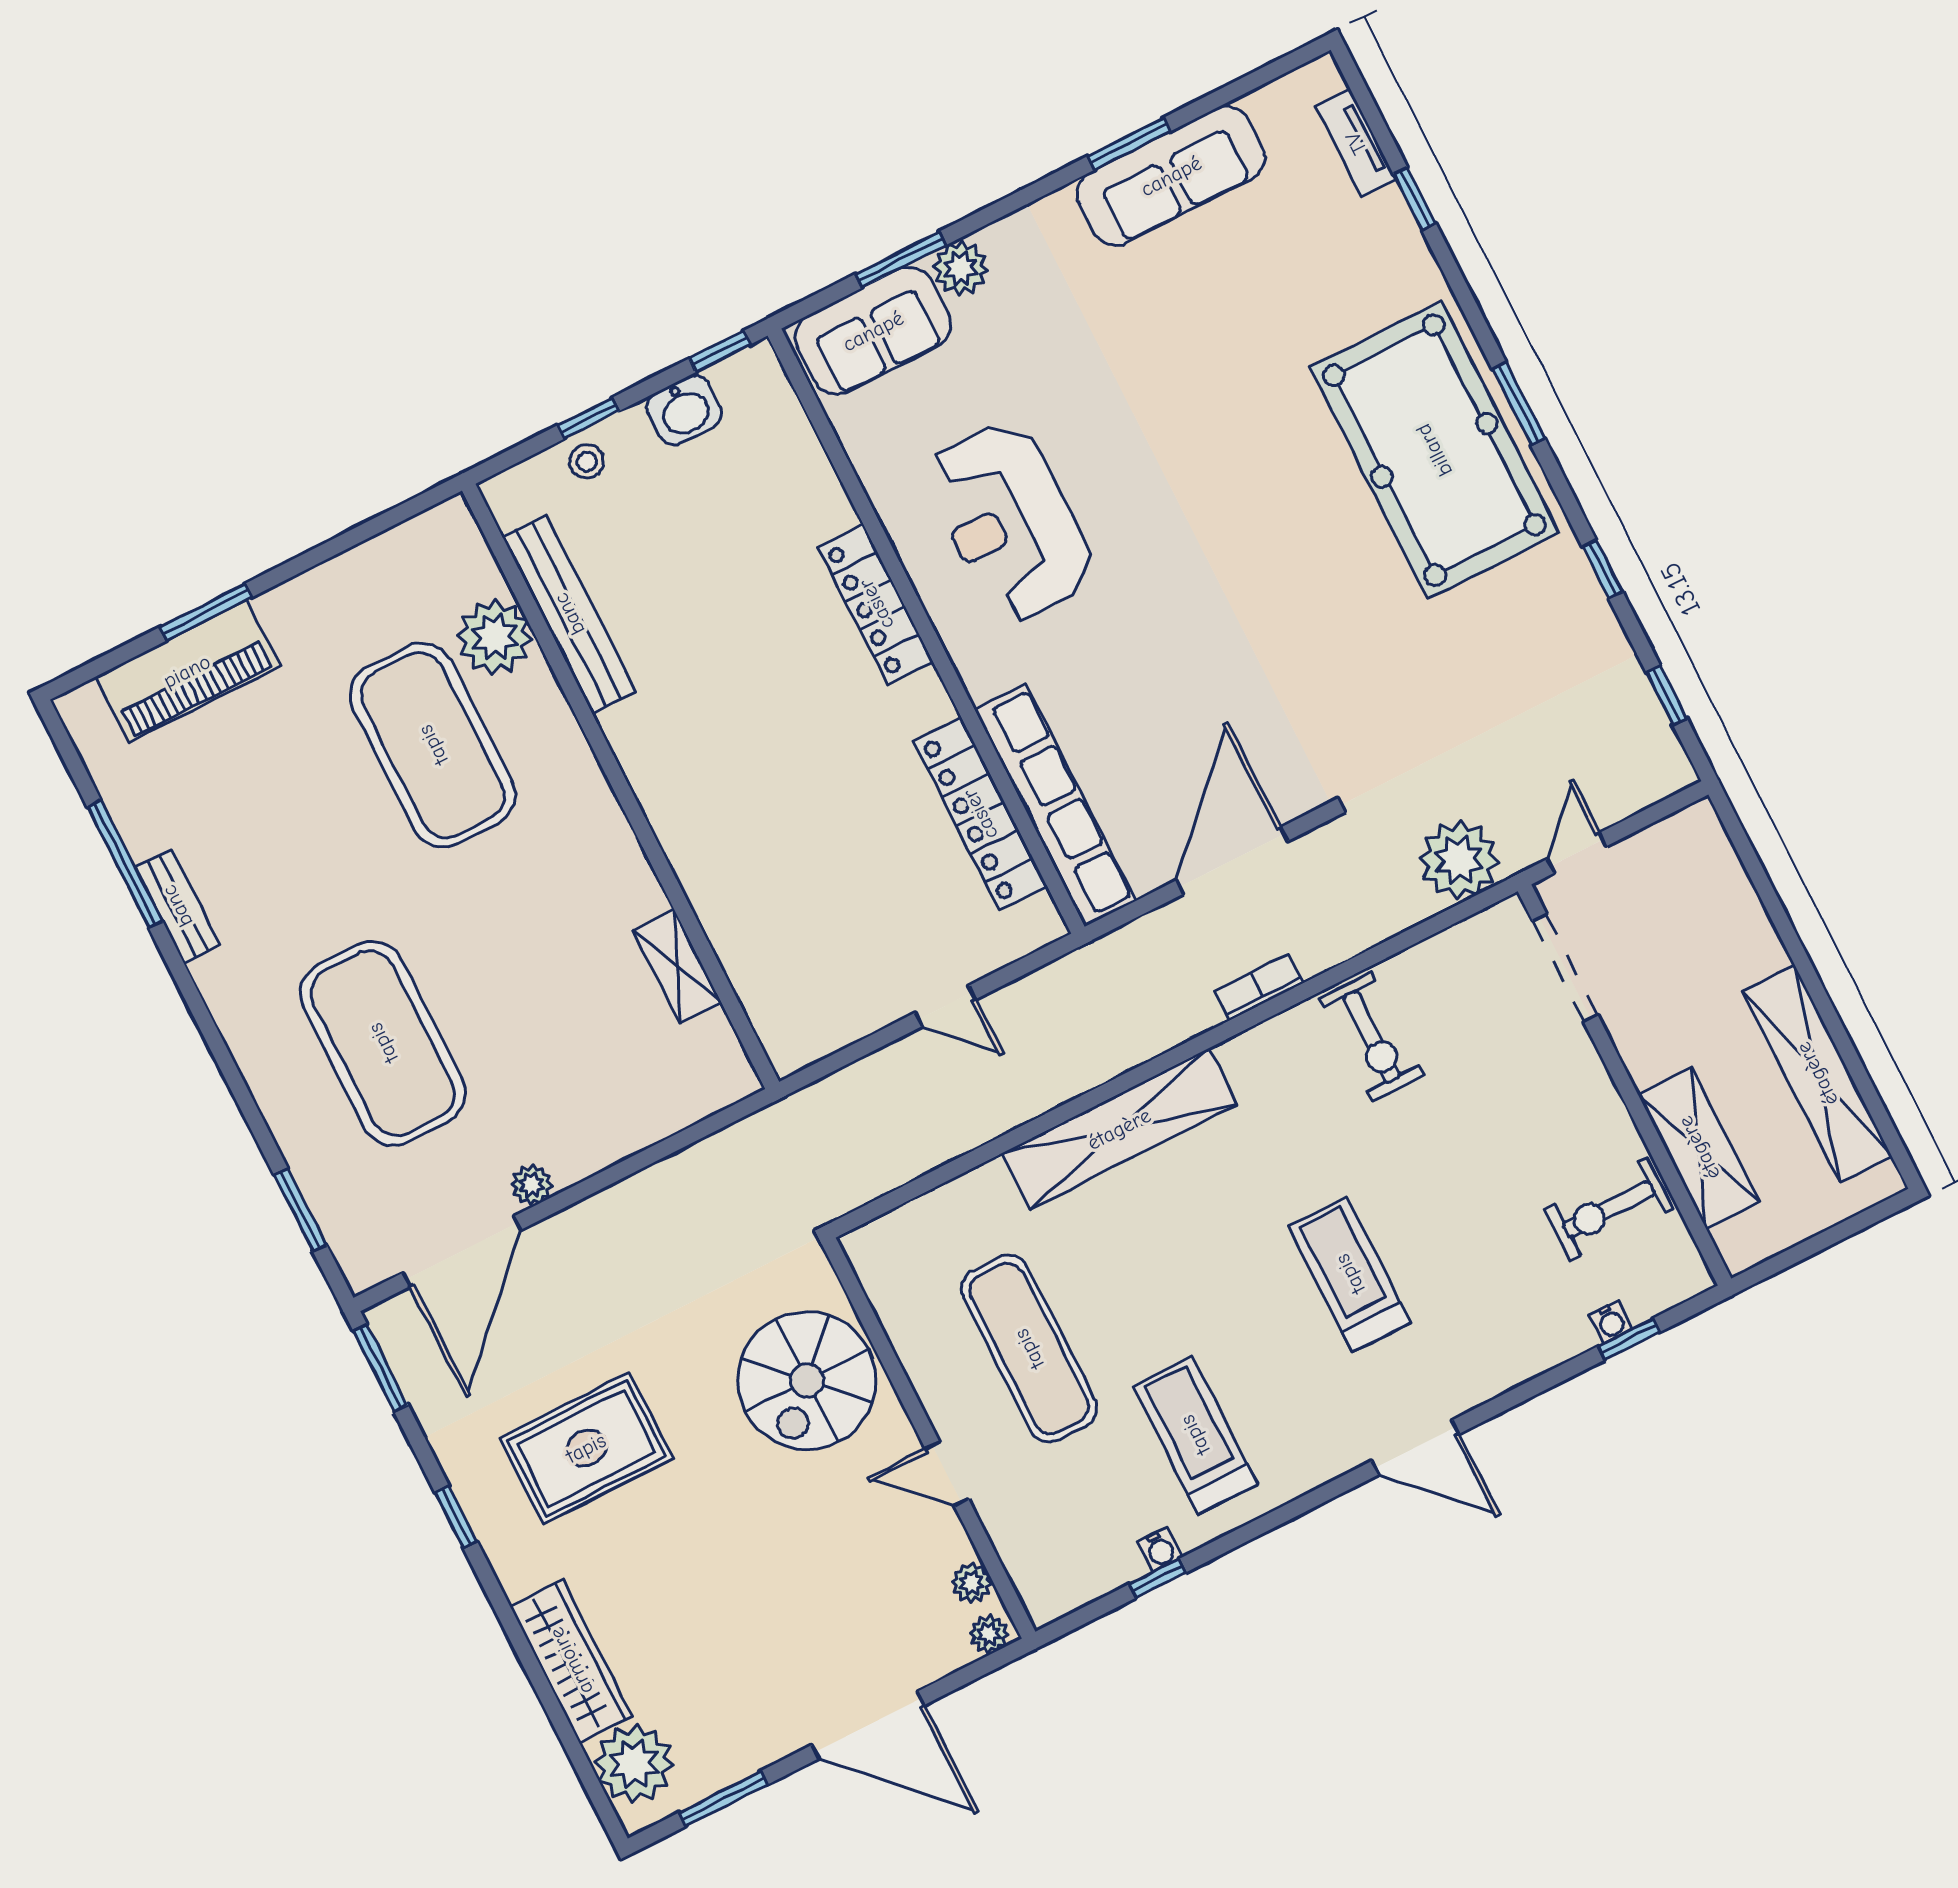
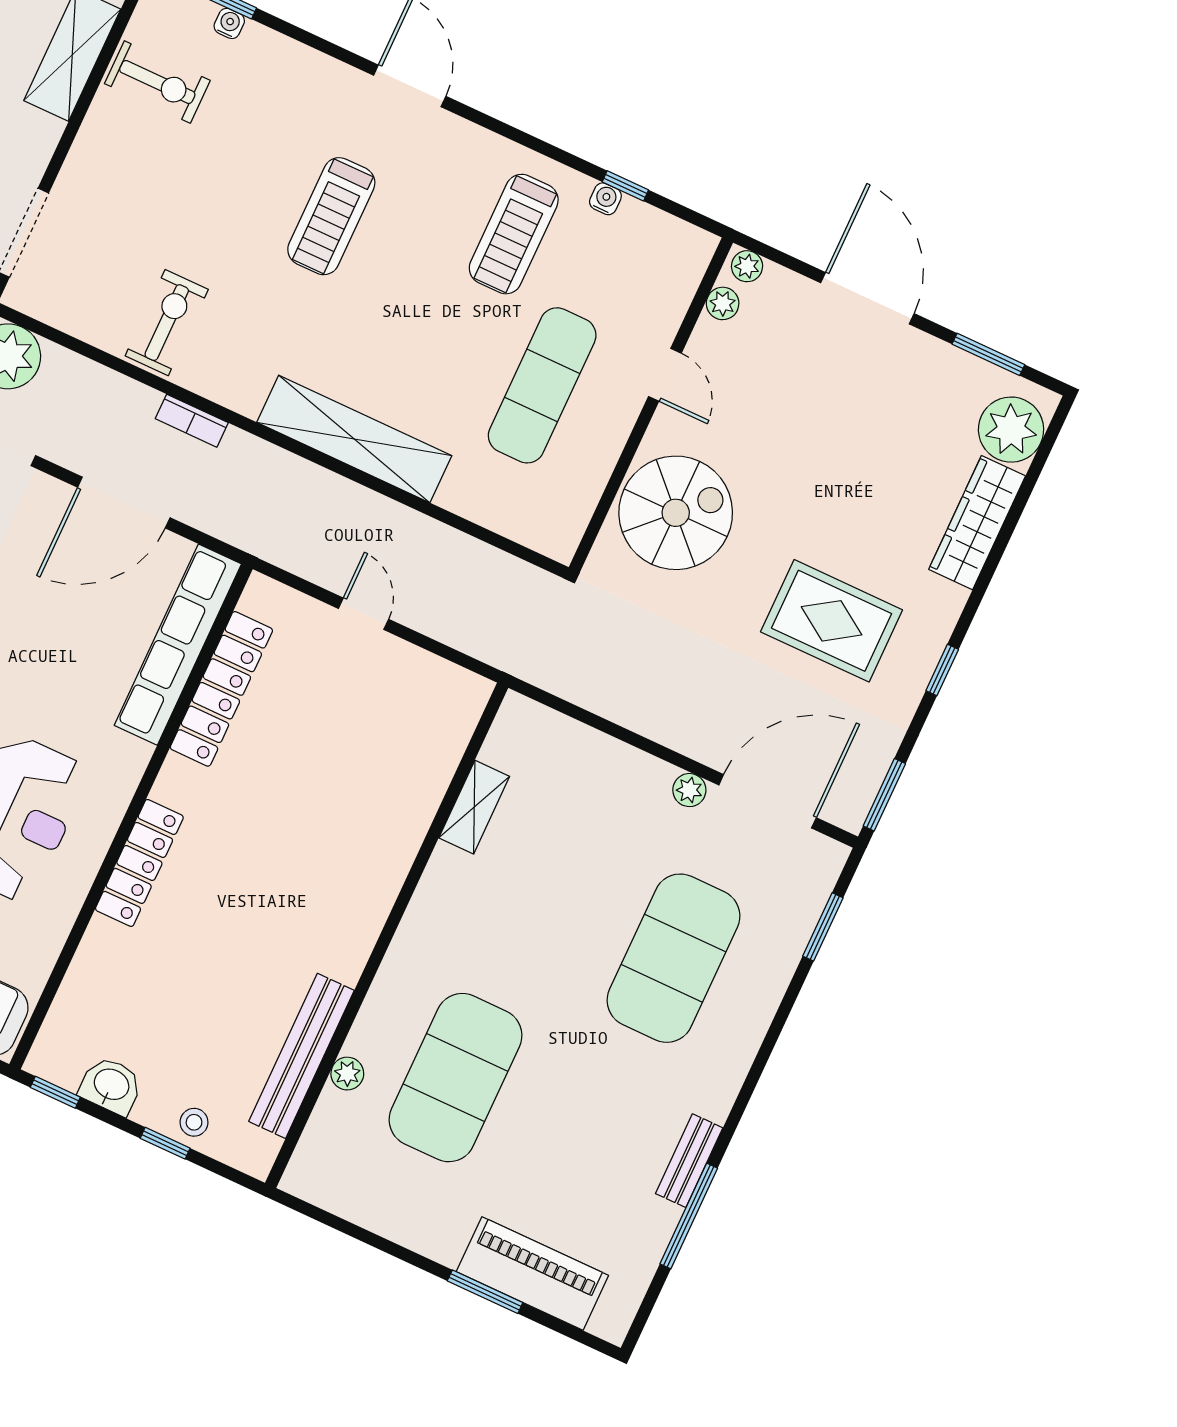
plant: (494, 637) -> (347, 1074), width x0.53, depth x0.53

